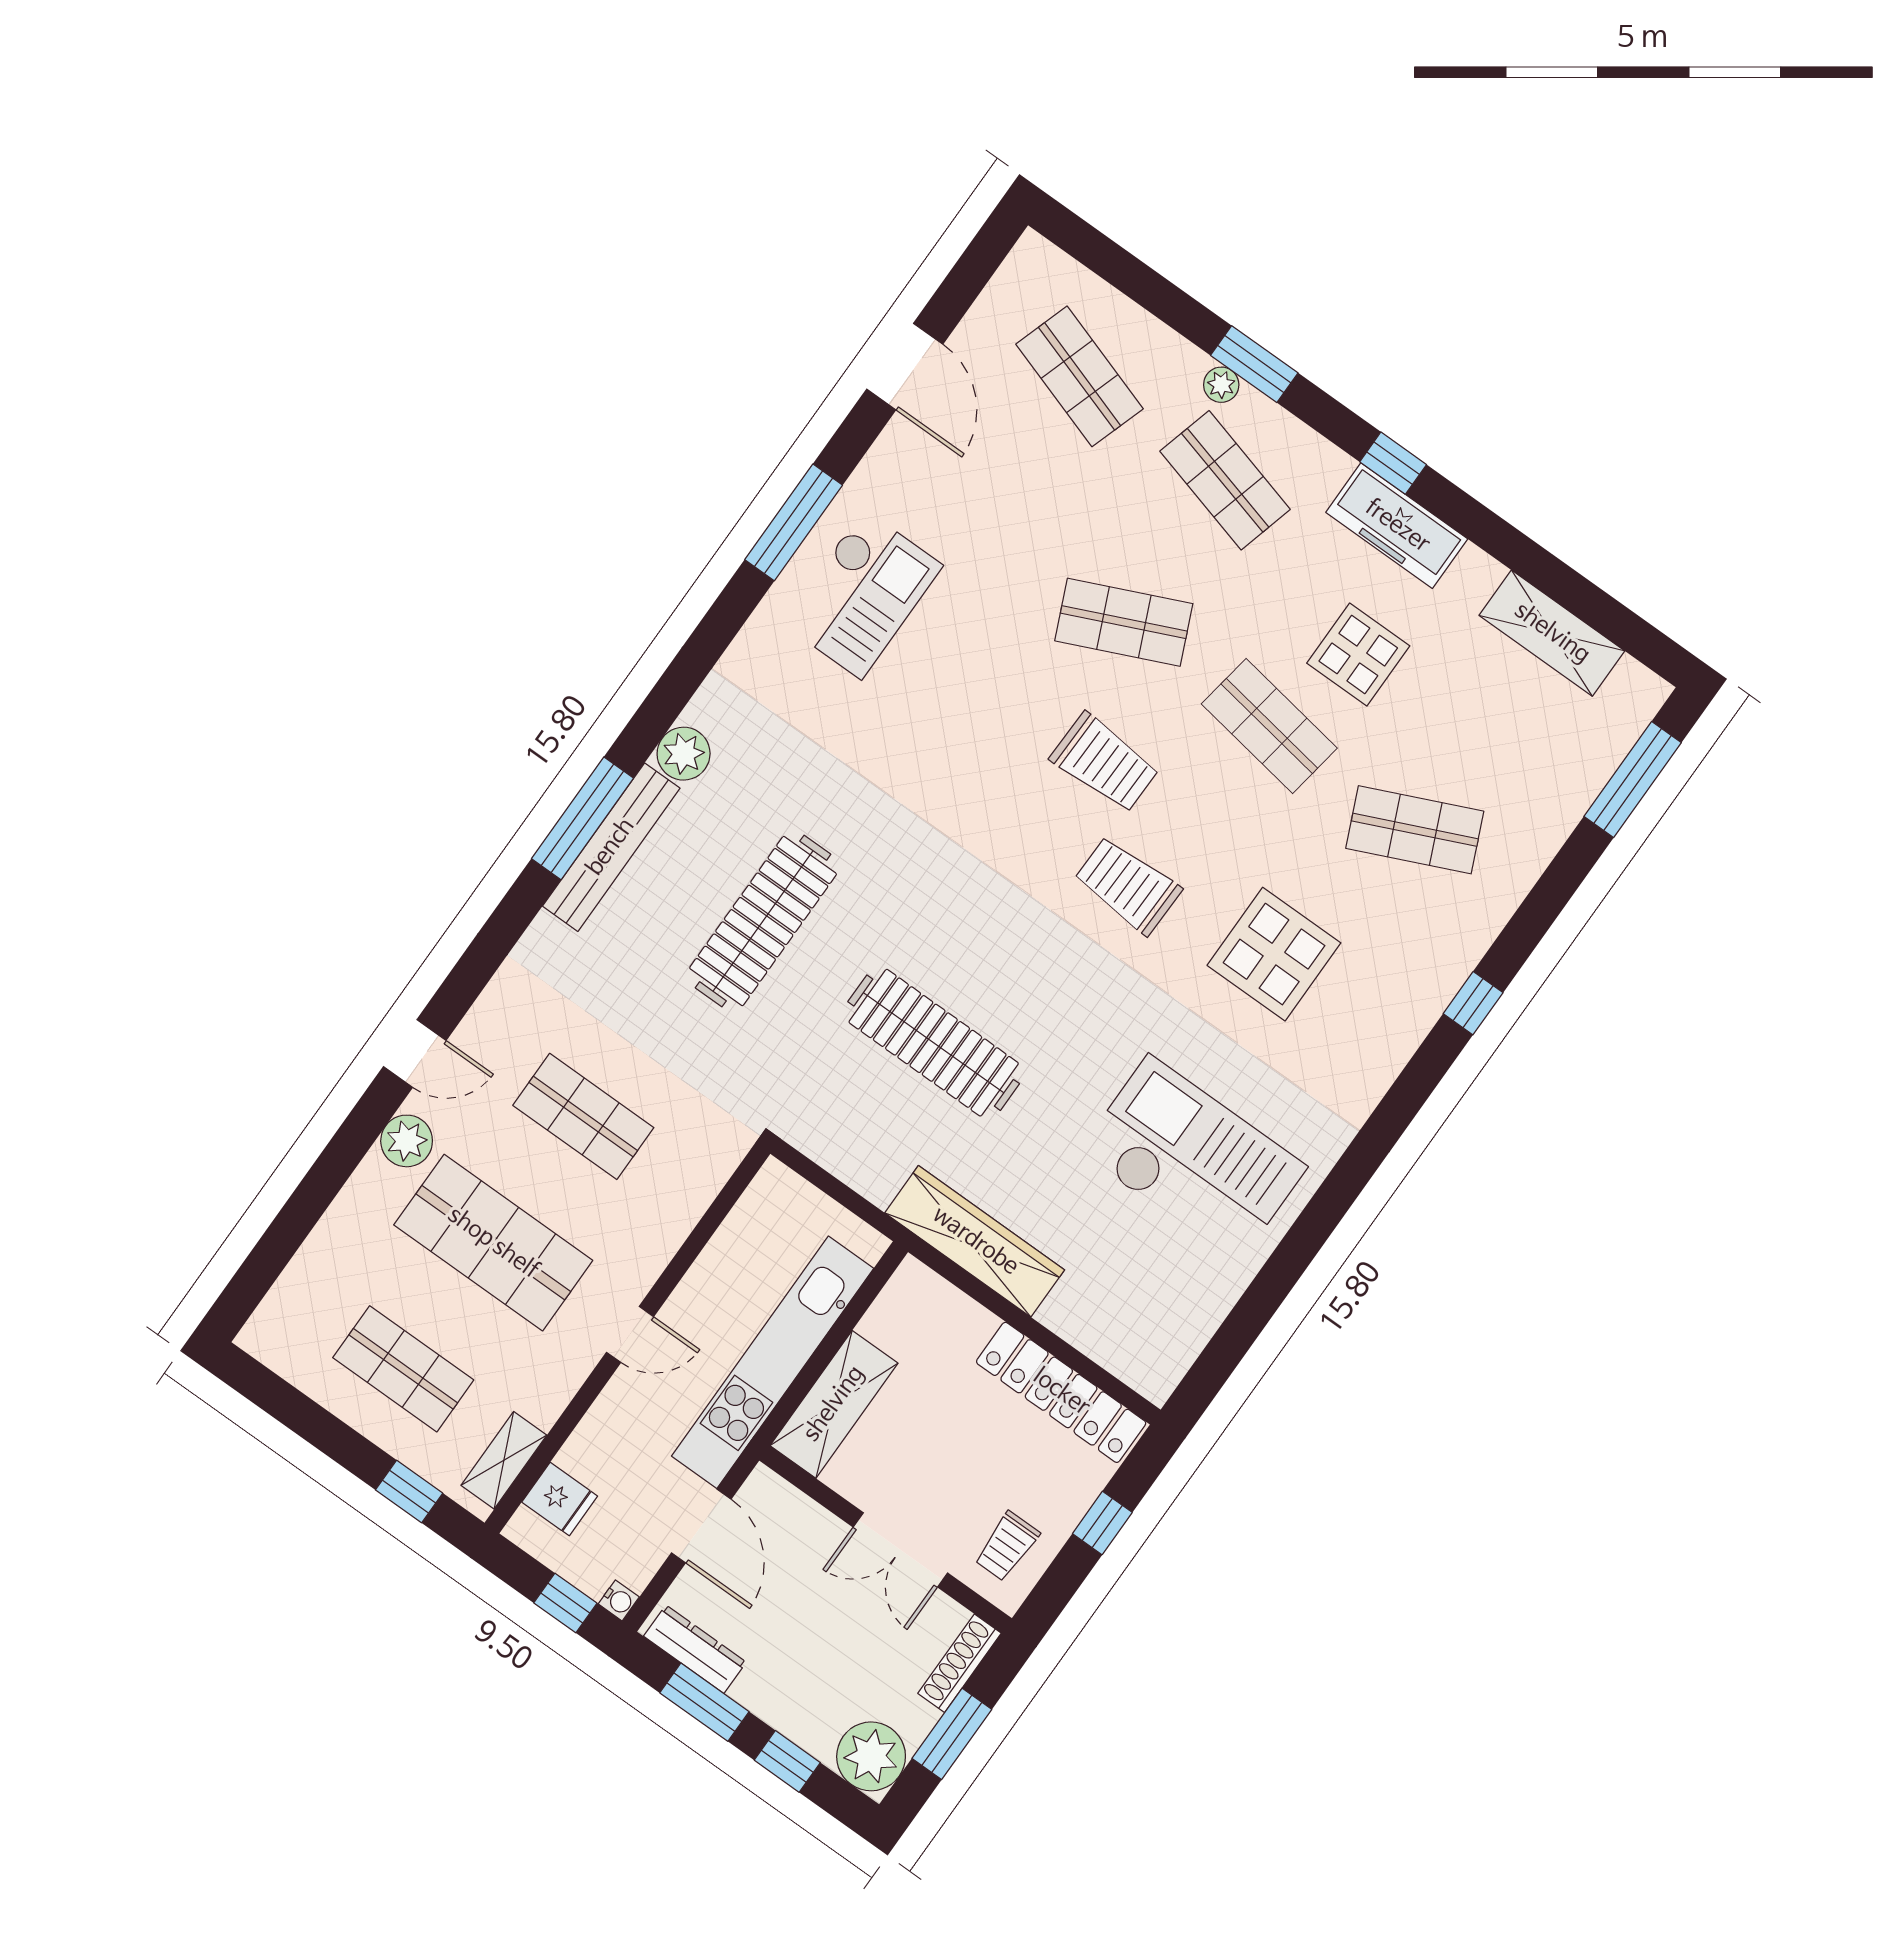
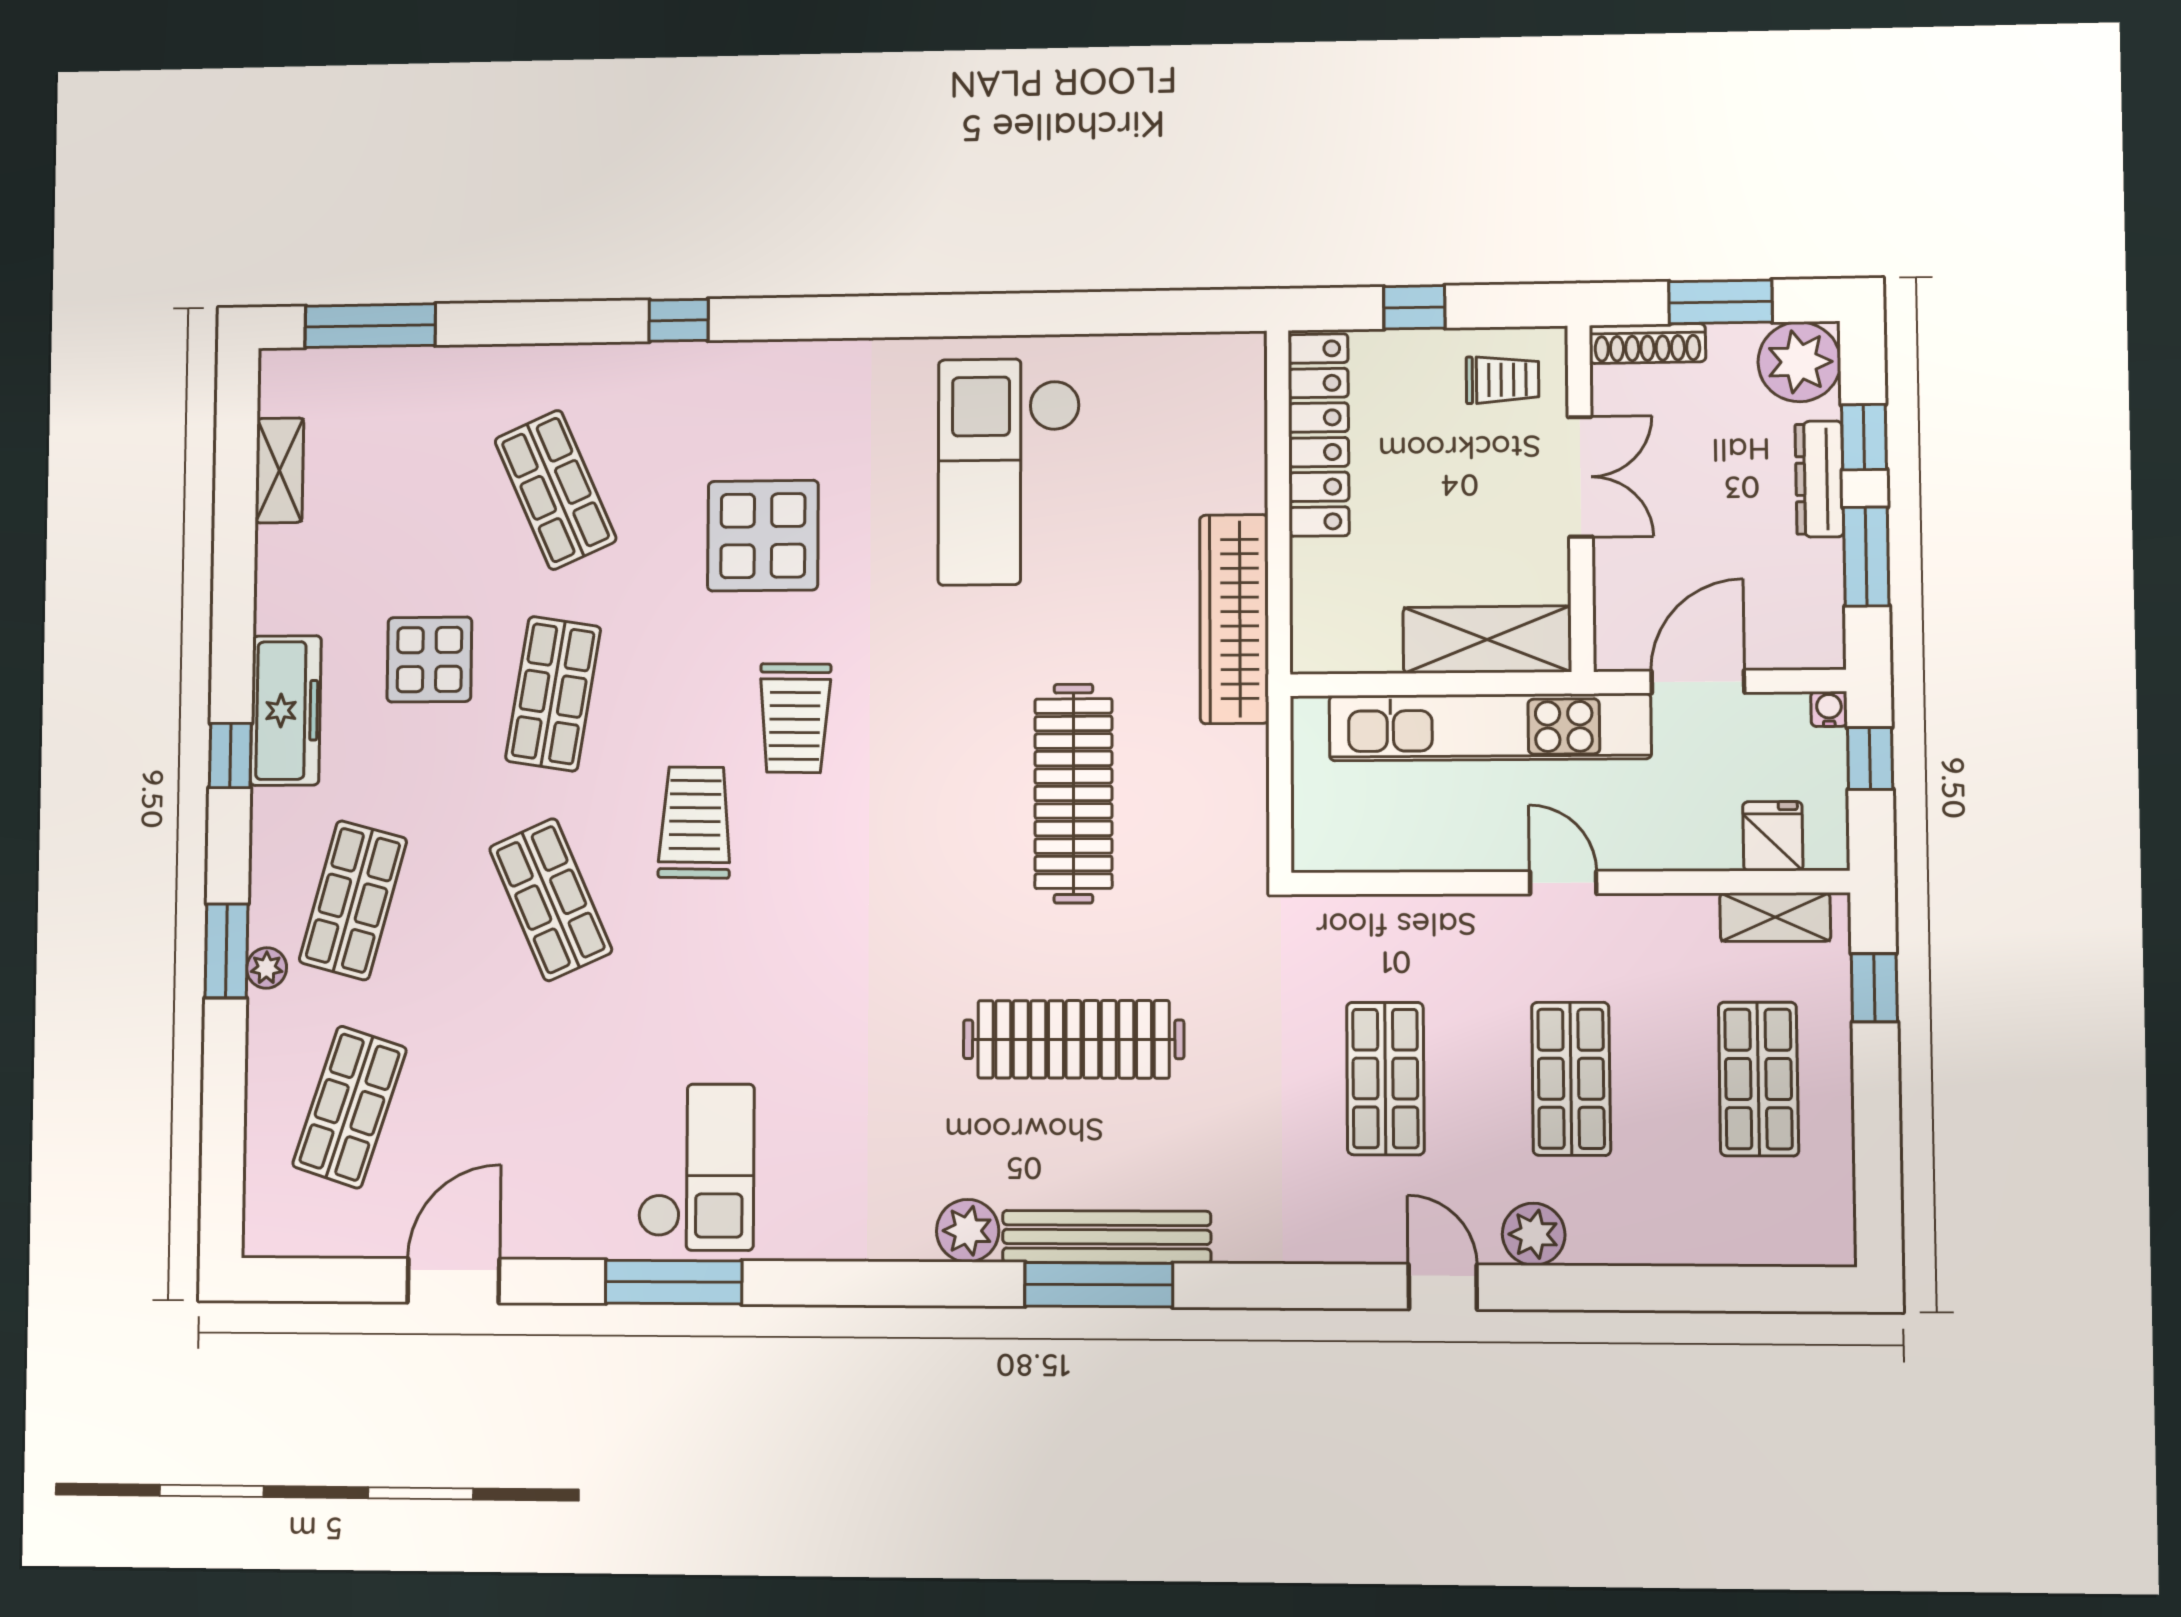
checkout: (862, 594) -> (696, 1167), turned 90
shelving: (1552, 633) -> (279, 470), width x0.67, depth x0.75
shop shelf: (493, 1243) -> (1571, 1079), width x0.70, depth x0.74
dresser: (695, 1649) -> (1819, 479), moved

